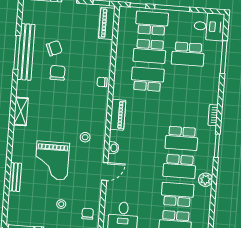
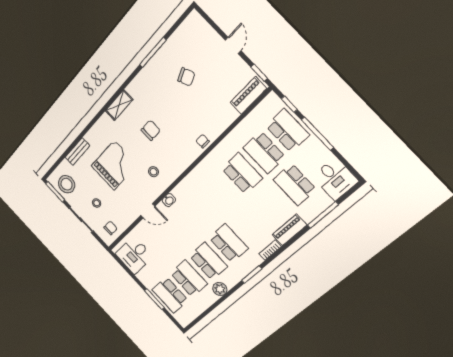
bench: (26, 52) -> (160, 59), removed
chair: (58, 73) -> (151, 130), moved
piano: (118, 115) -> (289, 230), moved, turned 180
school desk: (182, 138) -> (229, 243), turned 180
grand piano: (52, 160) -> (114, 165), turned 180
school desk: (180, 166) -> (208, 261), turned 180
stool: (26, 212) -> (67, 184), added

